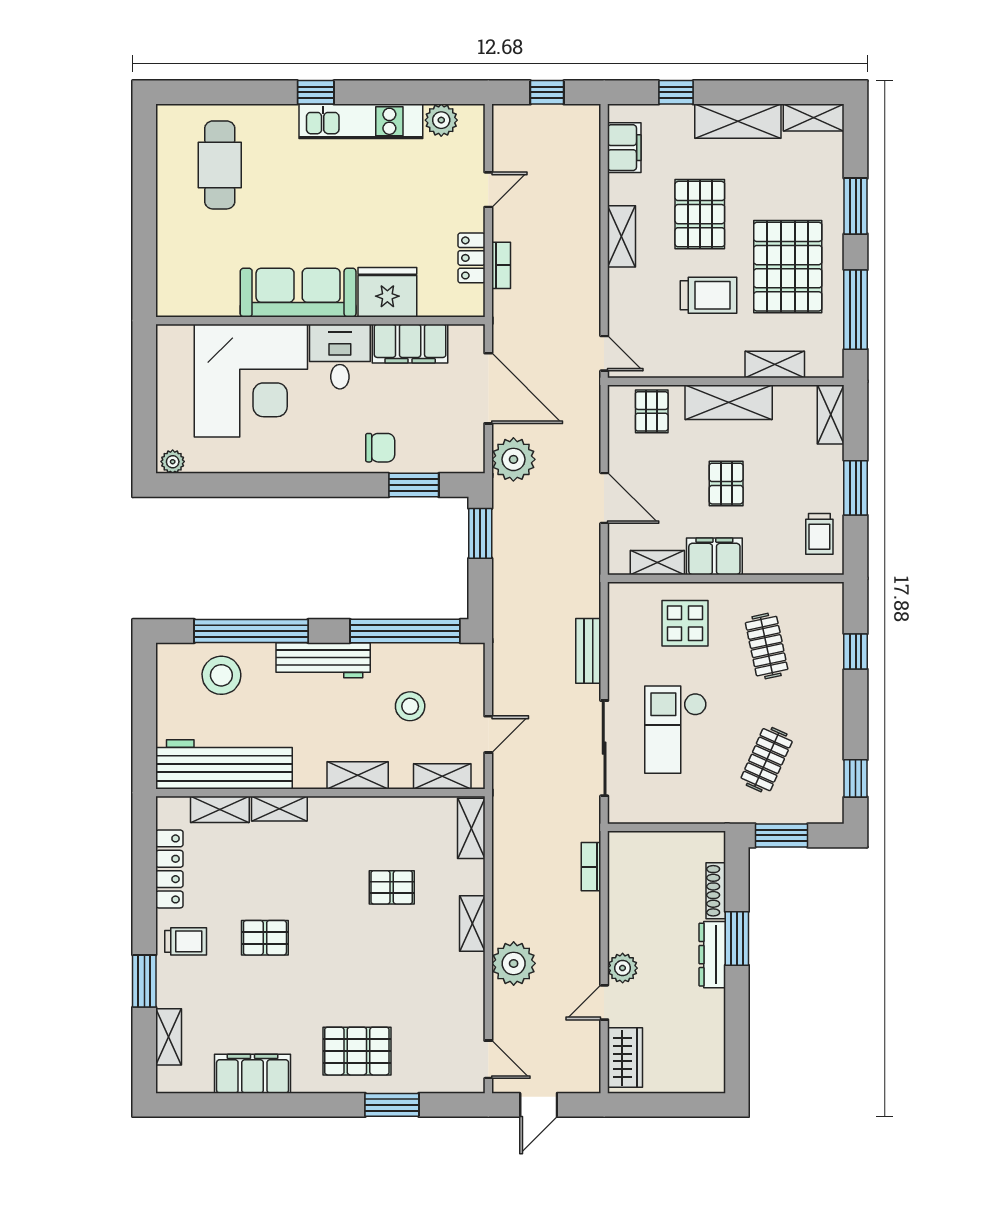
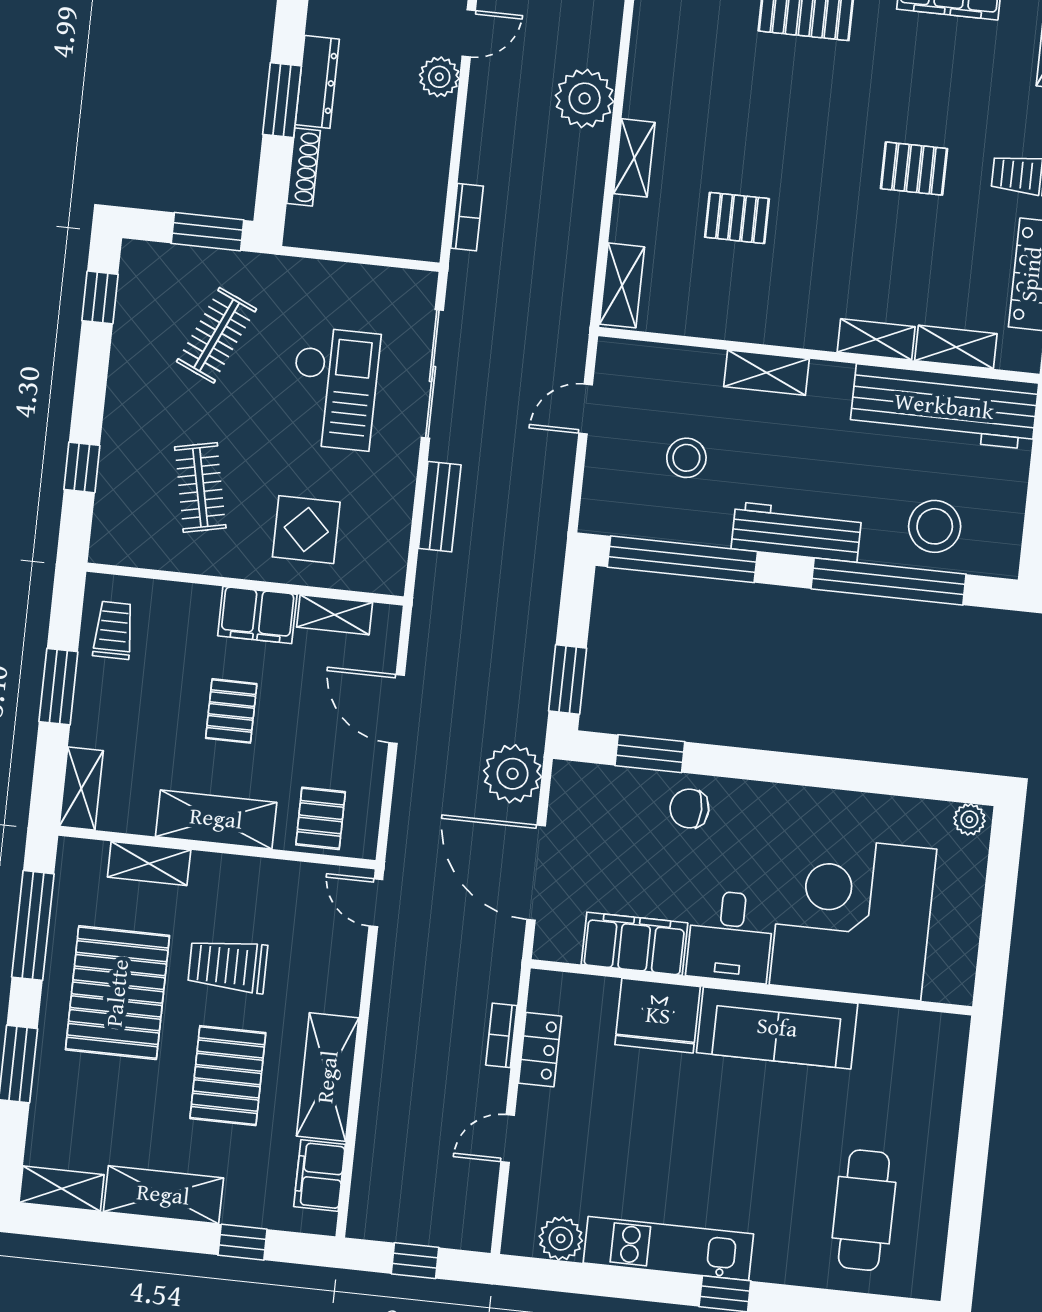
shelving: (621, 236) -> (328, 1077), width x1.50, depth x1.33
shelving: (442, 776) -> (653, 359), removed

